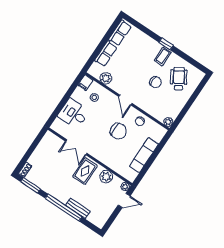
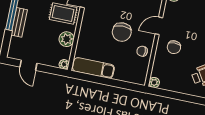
chair: (155, 82) -> (174, 47), moved
exam couch: (144, 155) -> (93, 68), moved
door: (124, 200) -> (28, 65), moved

